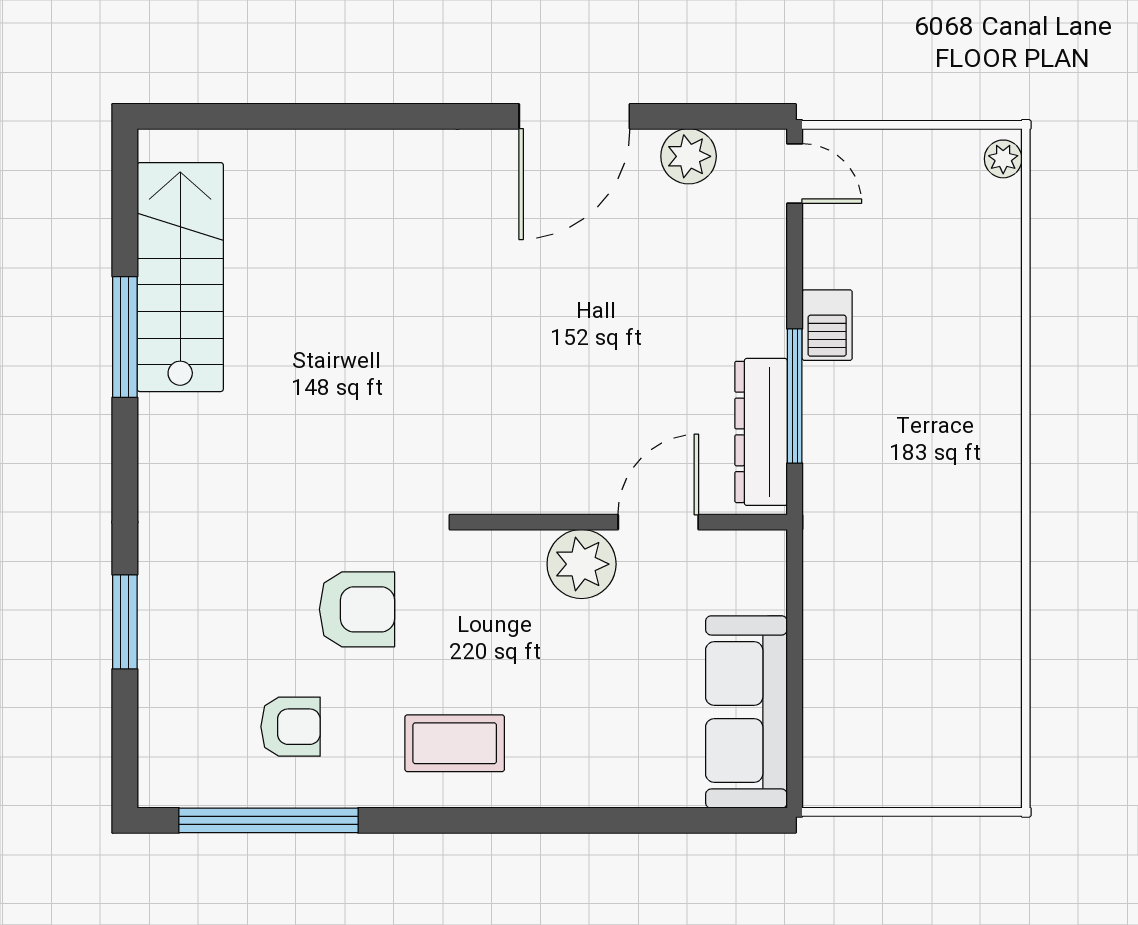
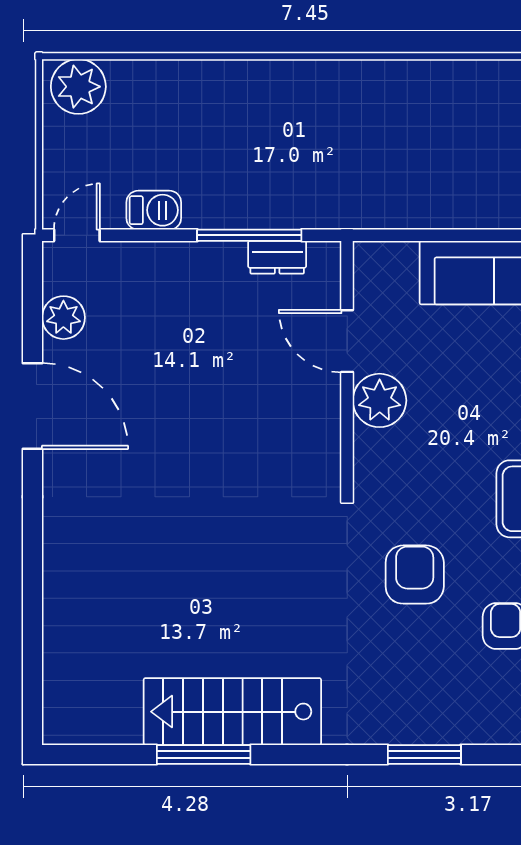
plant: (1003, 159) -> (78, 87), width x1.87, depth x1.87
stairs: (180, 277) -> (232, 712), moved
barbecue: (827, 325) -> (154, 210), moved
dresser: (761, 432) -> (277, 257), width x0.51, depth x0.80

